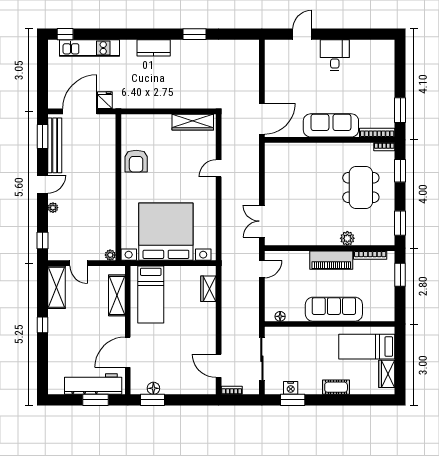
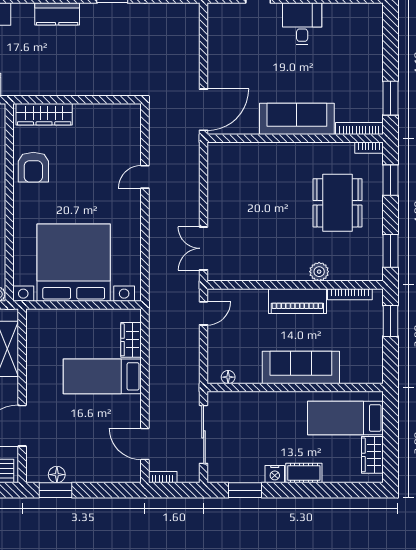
wardrobe: (193, 122) -> (44, 114), moved
bed: (151, 294) -> (102, 376), moved, turned 90
nightstand: (291, 388) -> (275, 474), moved

